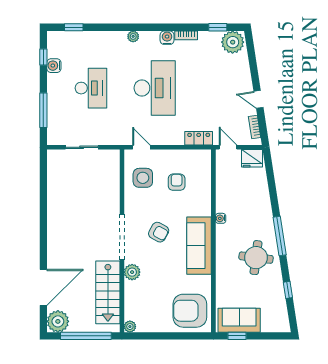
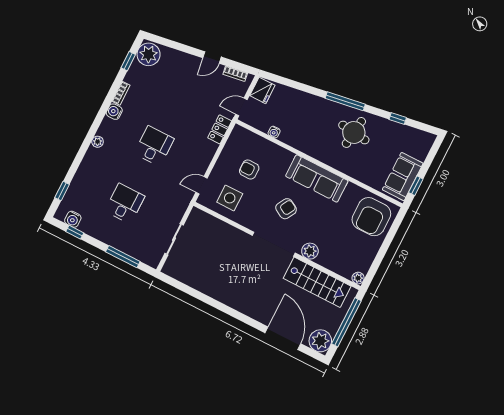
water cooler: (54, 66) -> (73, 219), moved
desk: (91, 88) -> (125, 204), width x0.73
desk: (155, 88) -> (154, 146), width x0.53, depth x0.77
water cooler: (221, 218) -> (274, 132), moved

